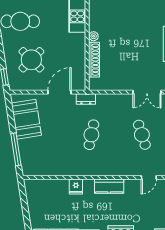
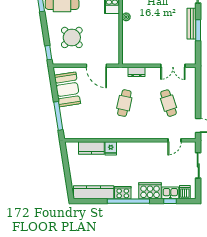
shoe rack: (94, 60) -> (127, 37), removed
door: (59, 92) -> (96, 66), swing flipped
dresser: (86, 99) -> (136, 72), moved
kitchen counter: (109, 186) -> (91, 148), moved

